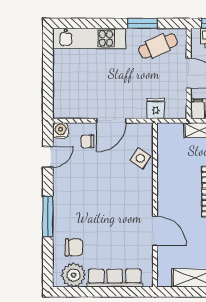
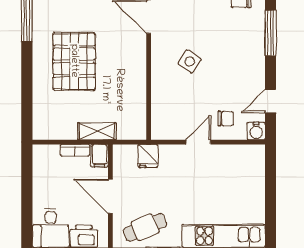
door: (111, 121) -> (198, 142), width x0.73
side table: (140, 158) -> (190, 61), moved

